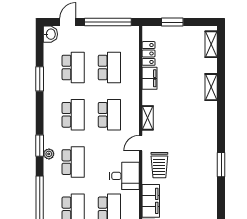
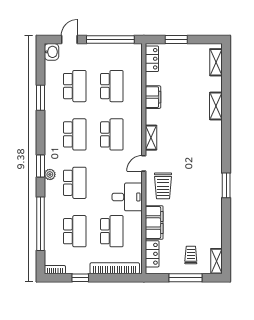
locker: (149, 53) -> (152, 59), moved

